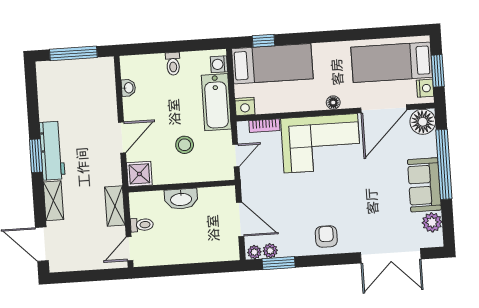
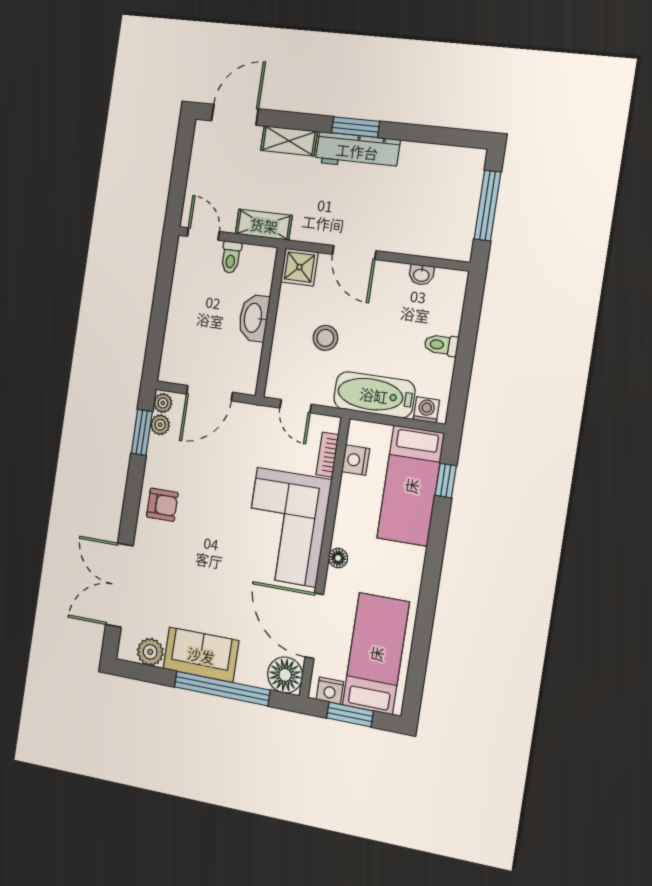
nightstand: (245, 106) -> (356, 460), moved

